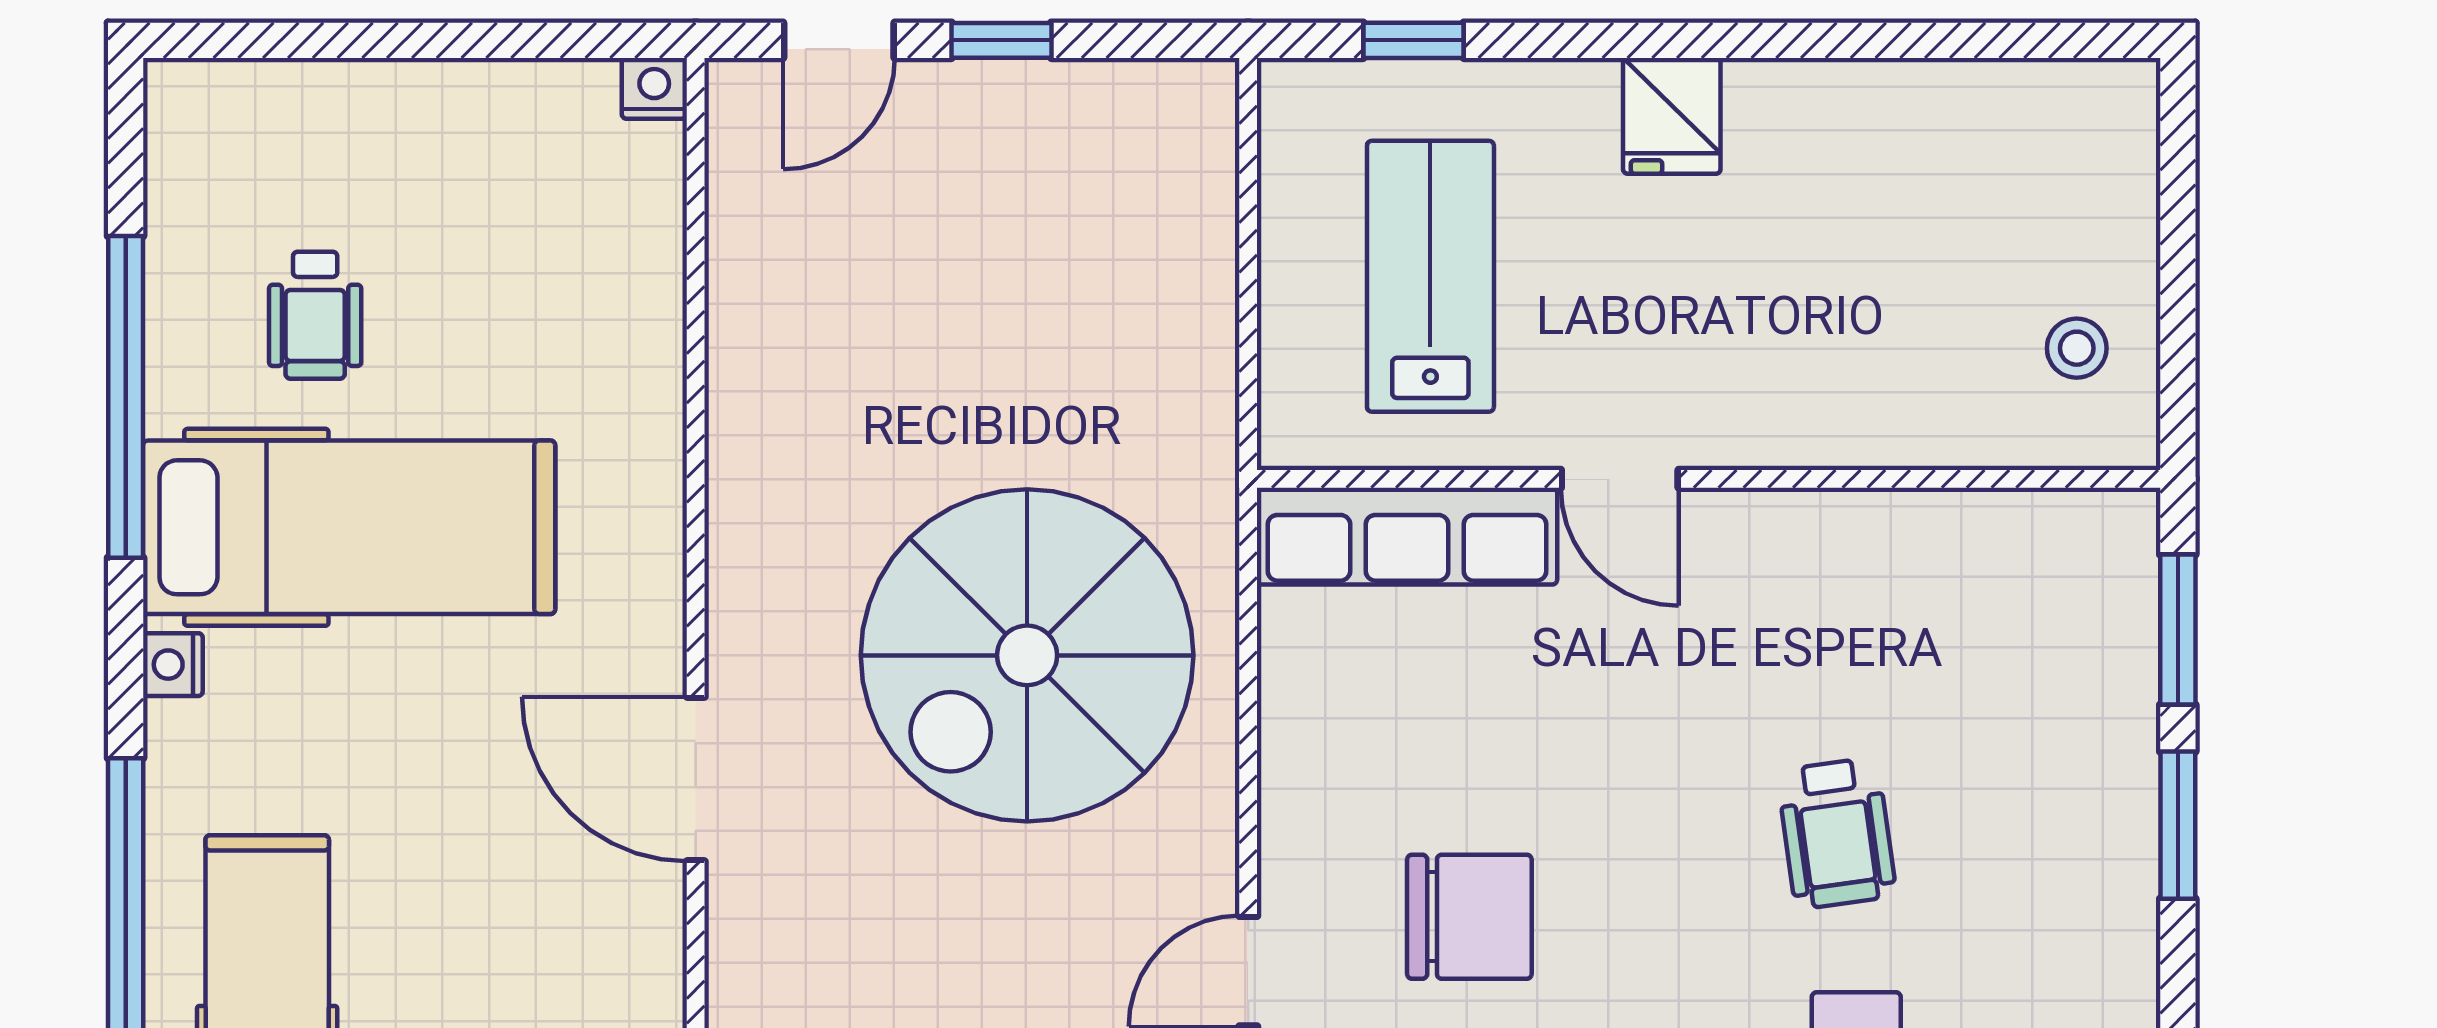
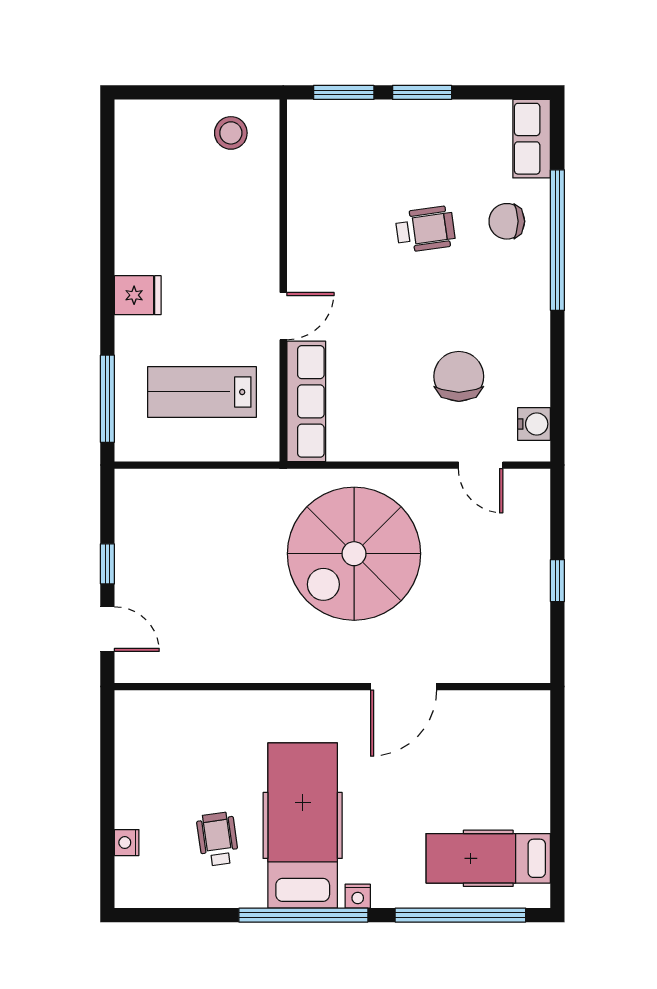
window: (1414, 40) -> (107, 399), width x2.17
nightstand: (654, 88) -> (127, 843), moved
wheelchair: (315, 315) -> (218, 839), turned -98
stool: (2077, 348) -> (231, 133), width x1.37, depth x1.37
window: (126, 397) -> (303, 915), moved
spiral stairs: (1027, 655) -> (354, 554), turned 90

